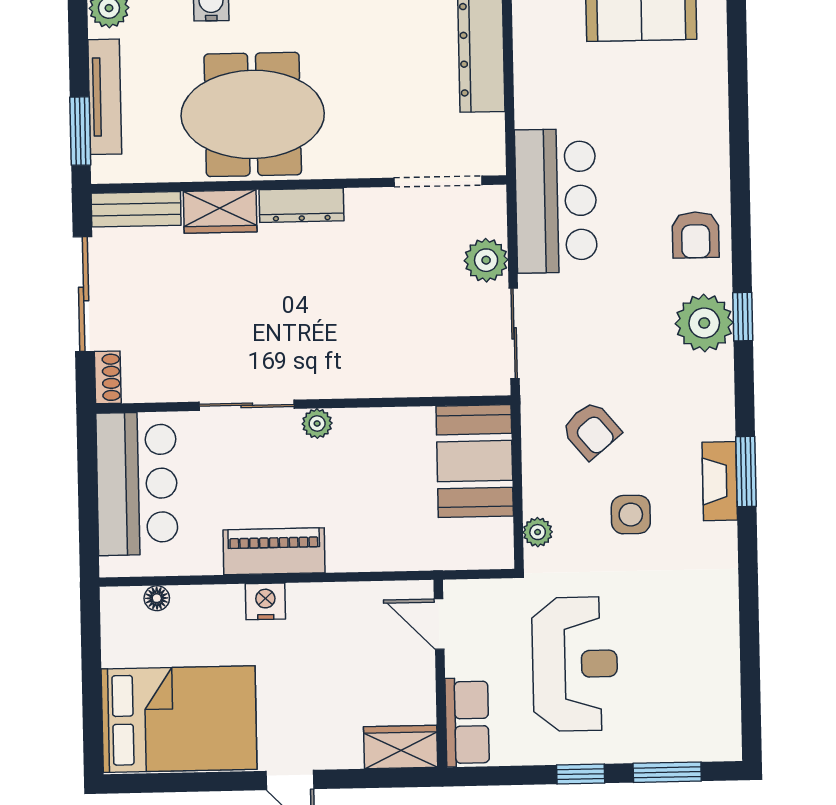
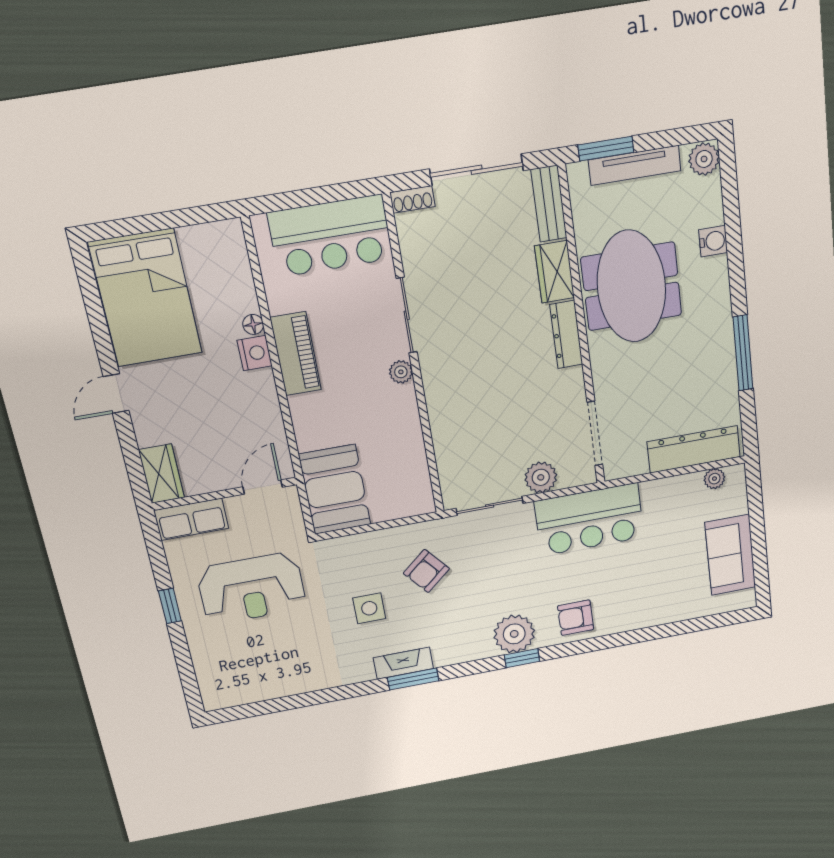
booth: (475, 461) -> (335, 490), moved, turned 90
plant: (538, 532) -> (714, 479), moved
floor lamp: (157, 598) -> (253, 324), moved
window: (667, 772) -> (185, 664), removed

